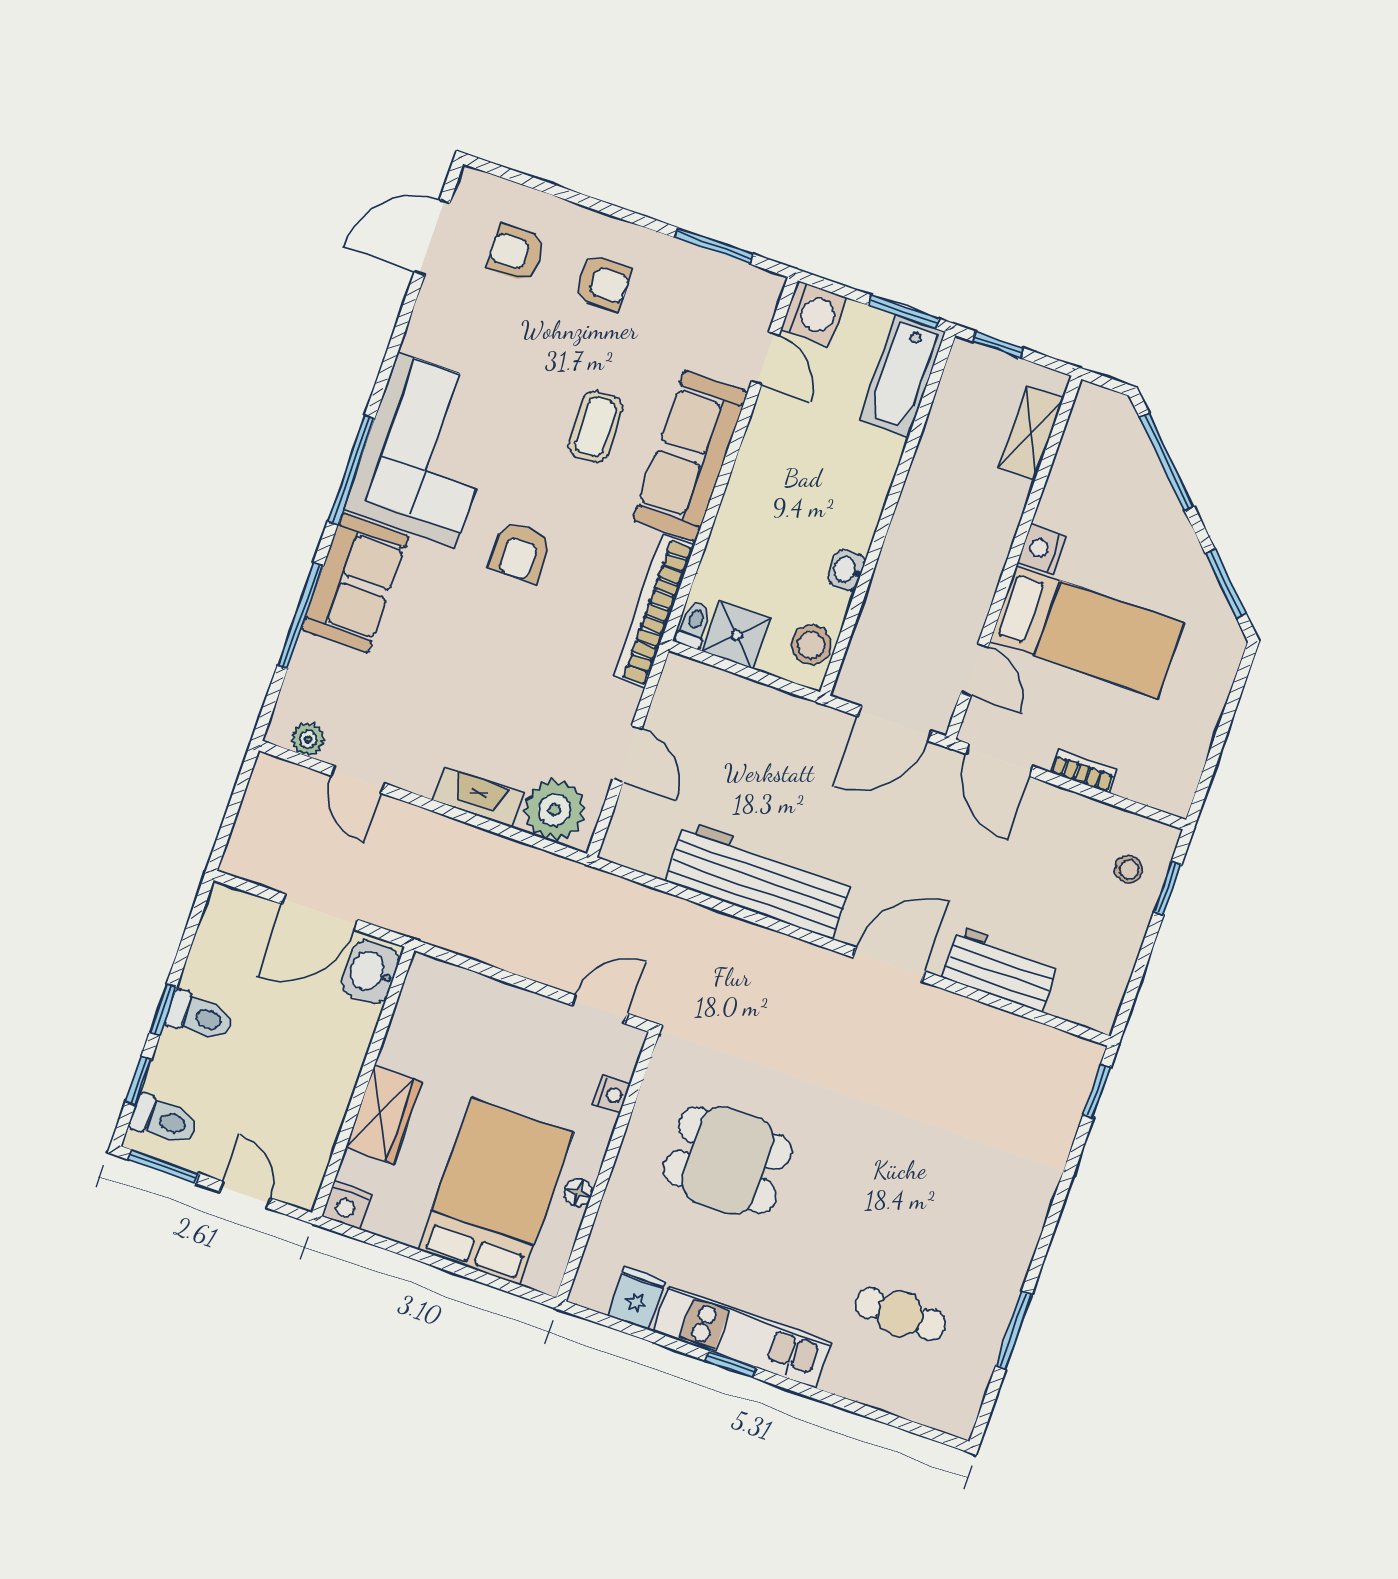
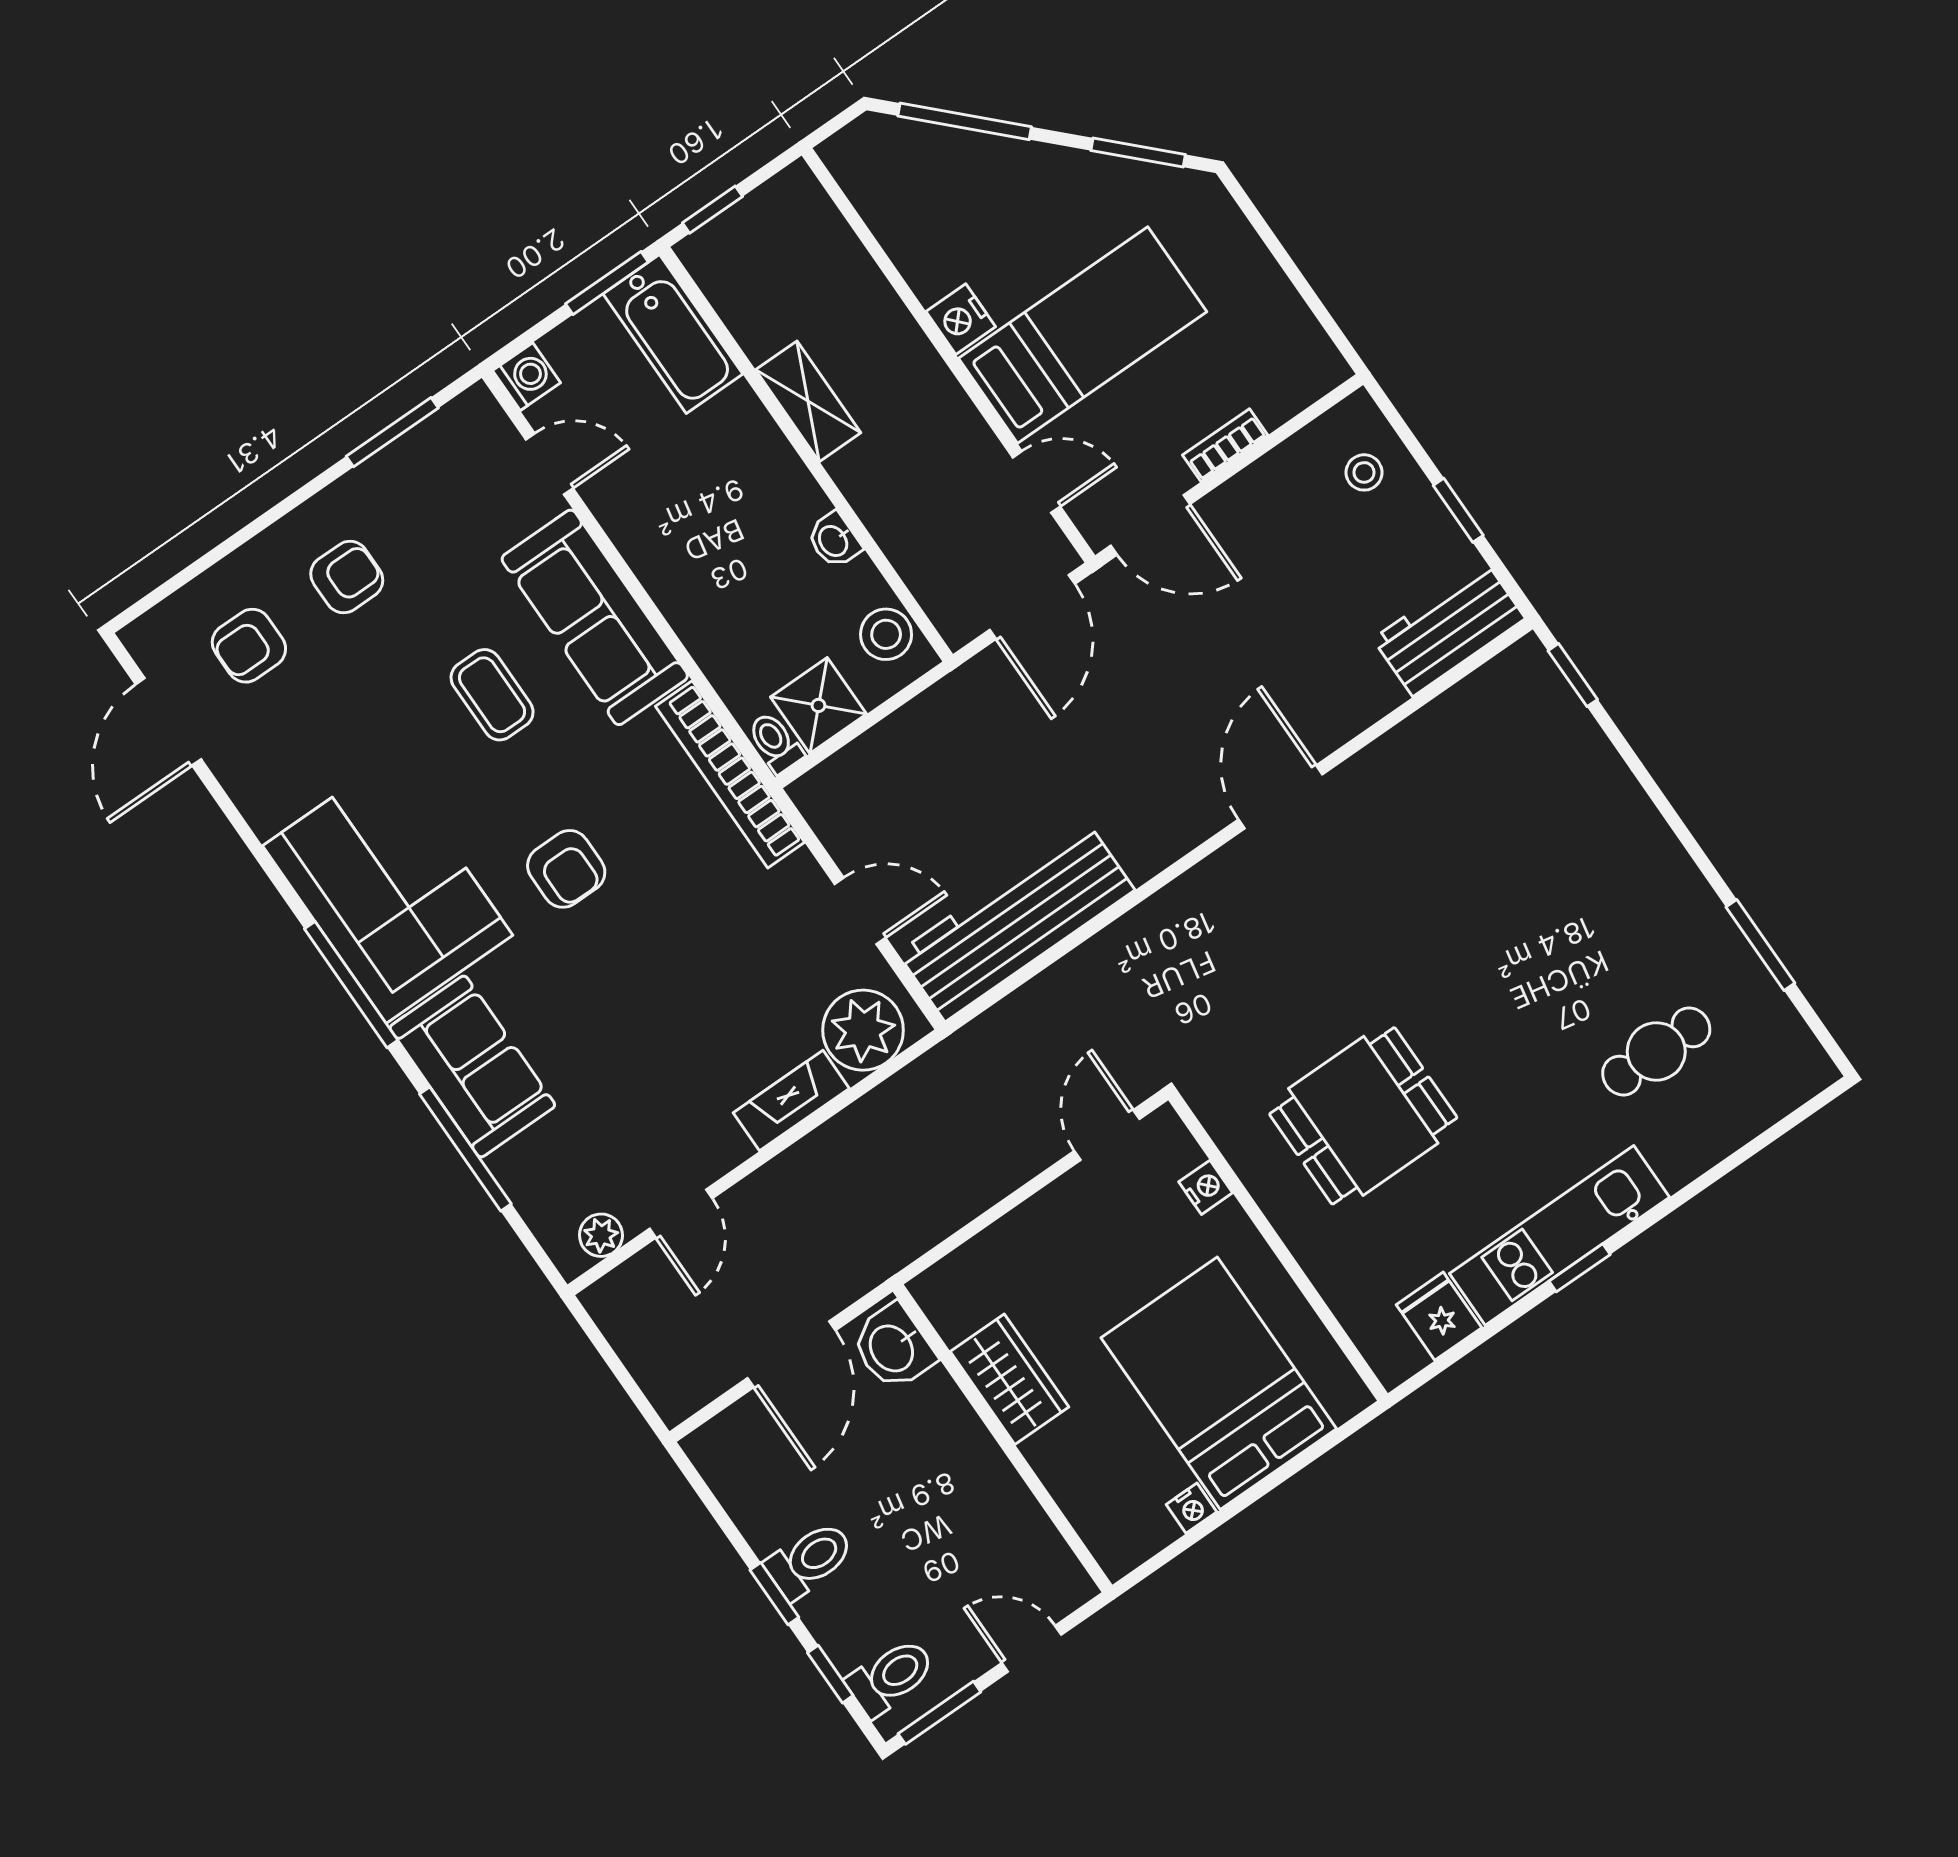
washing machine: (814, 313) -> (526, 377), width x0.73, depth x0.73
shelving: (1031, 433) -> (808, 401), moved
door: (358, 779) -> (681, 1214), hinge flipped
workbench: (759, 880) -> (1016, 921), moved
window: (1168, 888) -> (1458, 510), moved
workbench: (1000, 969) -> (1449, 629), moved
wardrobe: (384, 1115) -> (1010, 1379), moved
floor lamp: (578, 1193) -> (1283, 1297), removed
nightstand: (347, 1205) -> (1191, 1508), moved, width x0.72, depth x0.74

